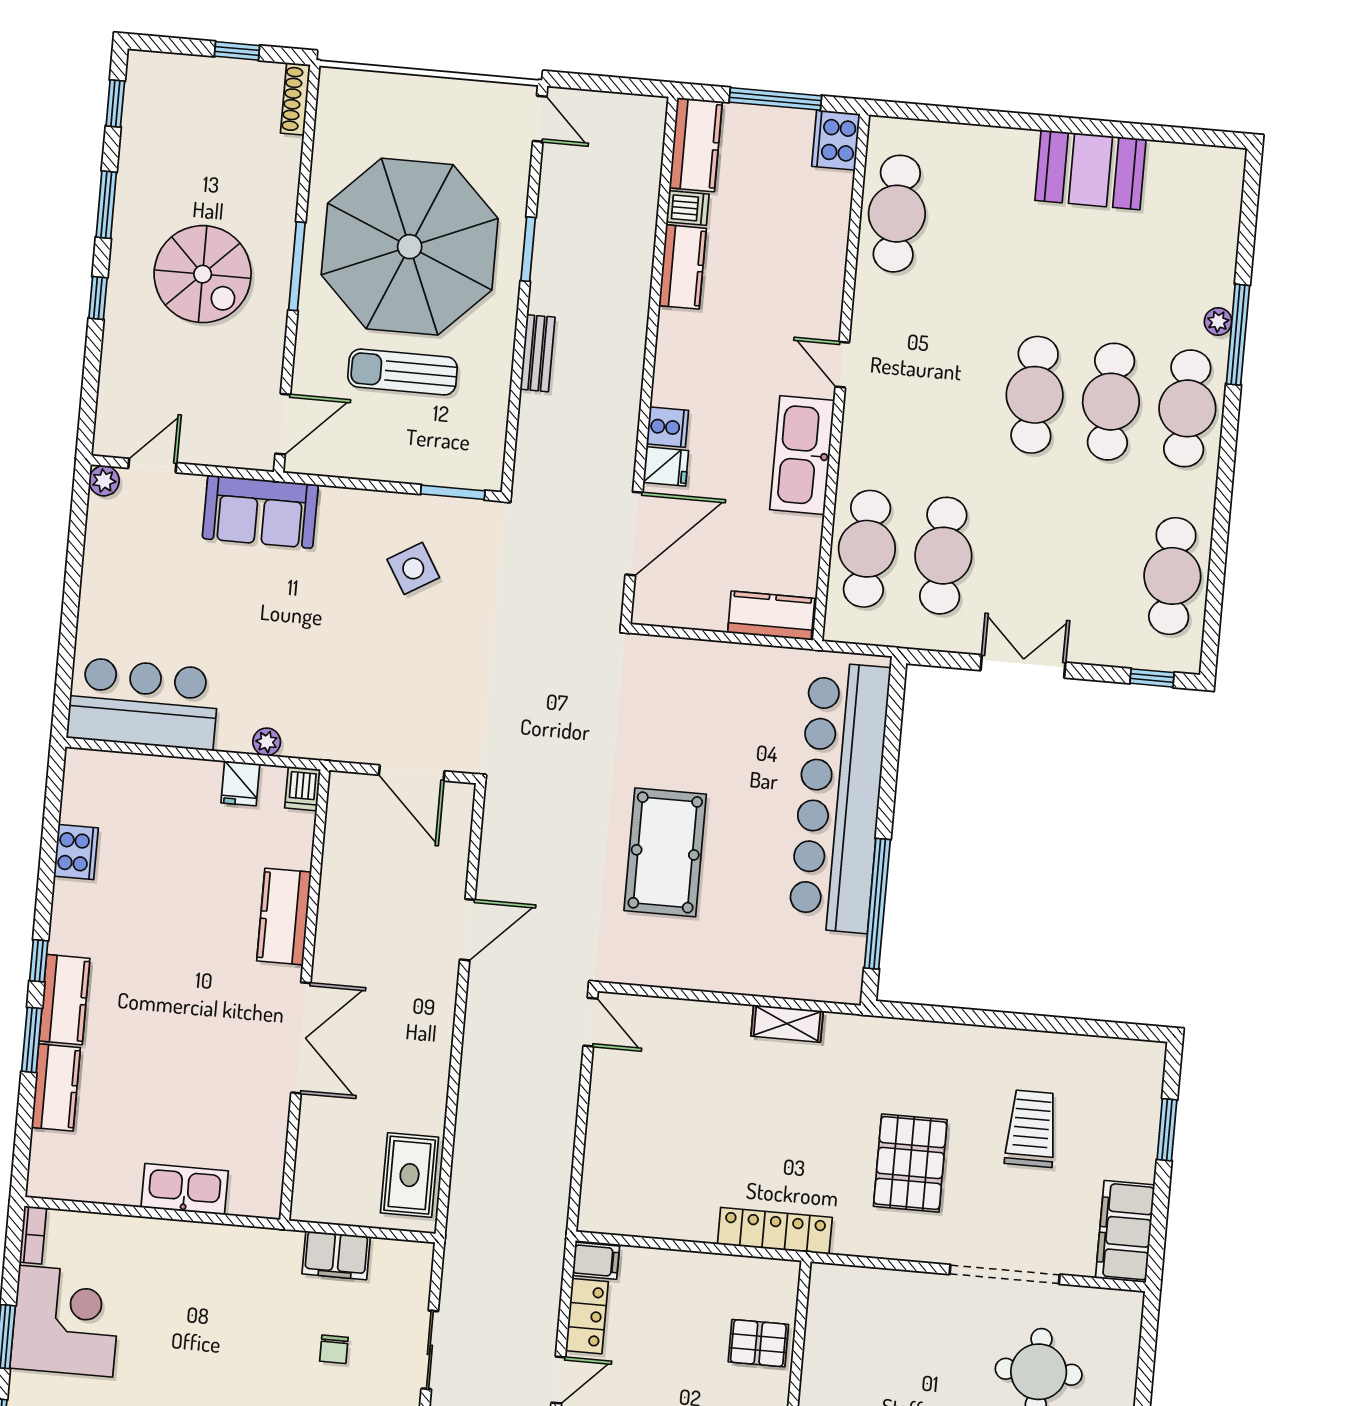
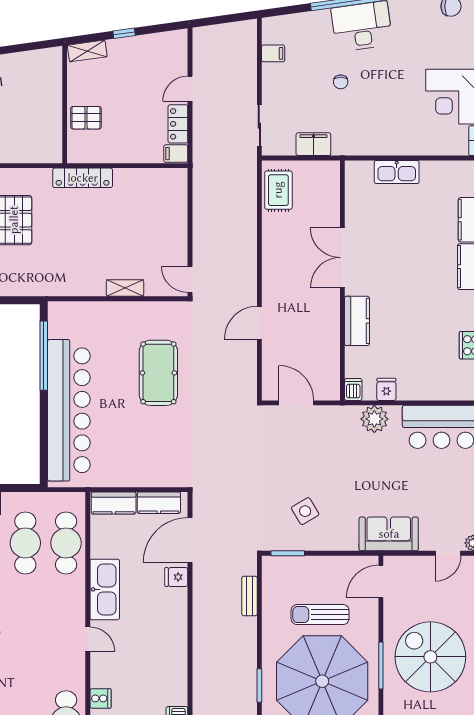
kitchen counter: (682, 267) -> (159, 503), moved, turned -90
spiral stairs: (203, 274) -> (430, 657), width x1.37, depth x1.37
bench: (538, 353) -> (249, 596), moved
sun lounger: (402, 372) -> (320, 615), turned 180
cooker: (668, 427) -> (101, 698), moved, turned 180
plant: (267, 742) -> (374, 419), width x1.87, depth x1.87
shelving: (787, 1024) -> (125, 288), moved
chair: (334, 1349) -> (341, 82), moved, turned 180
sliding door: (430, 1350) -> (259, 126), moved

